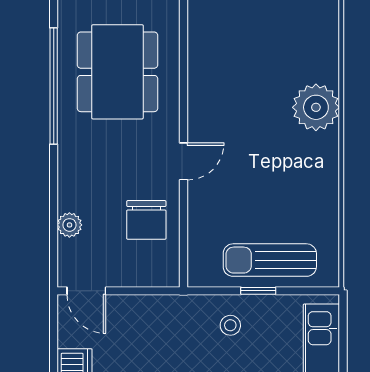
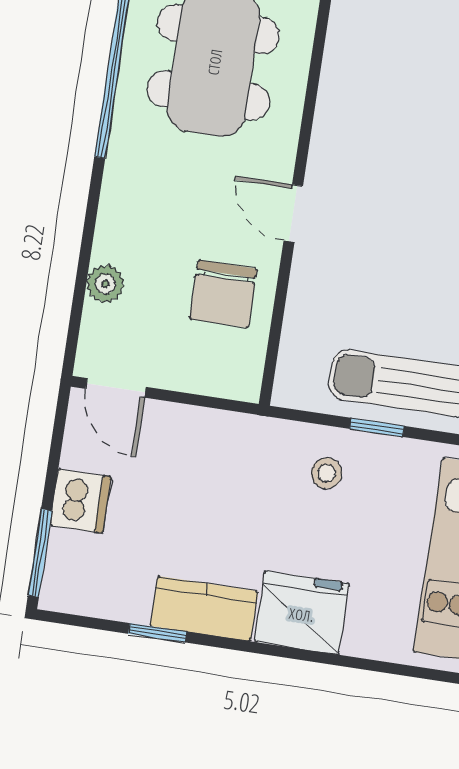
door: (184, 161) -> (293, 213), swing flipped

